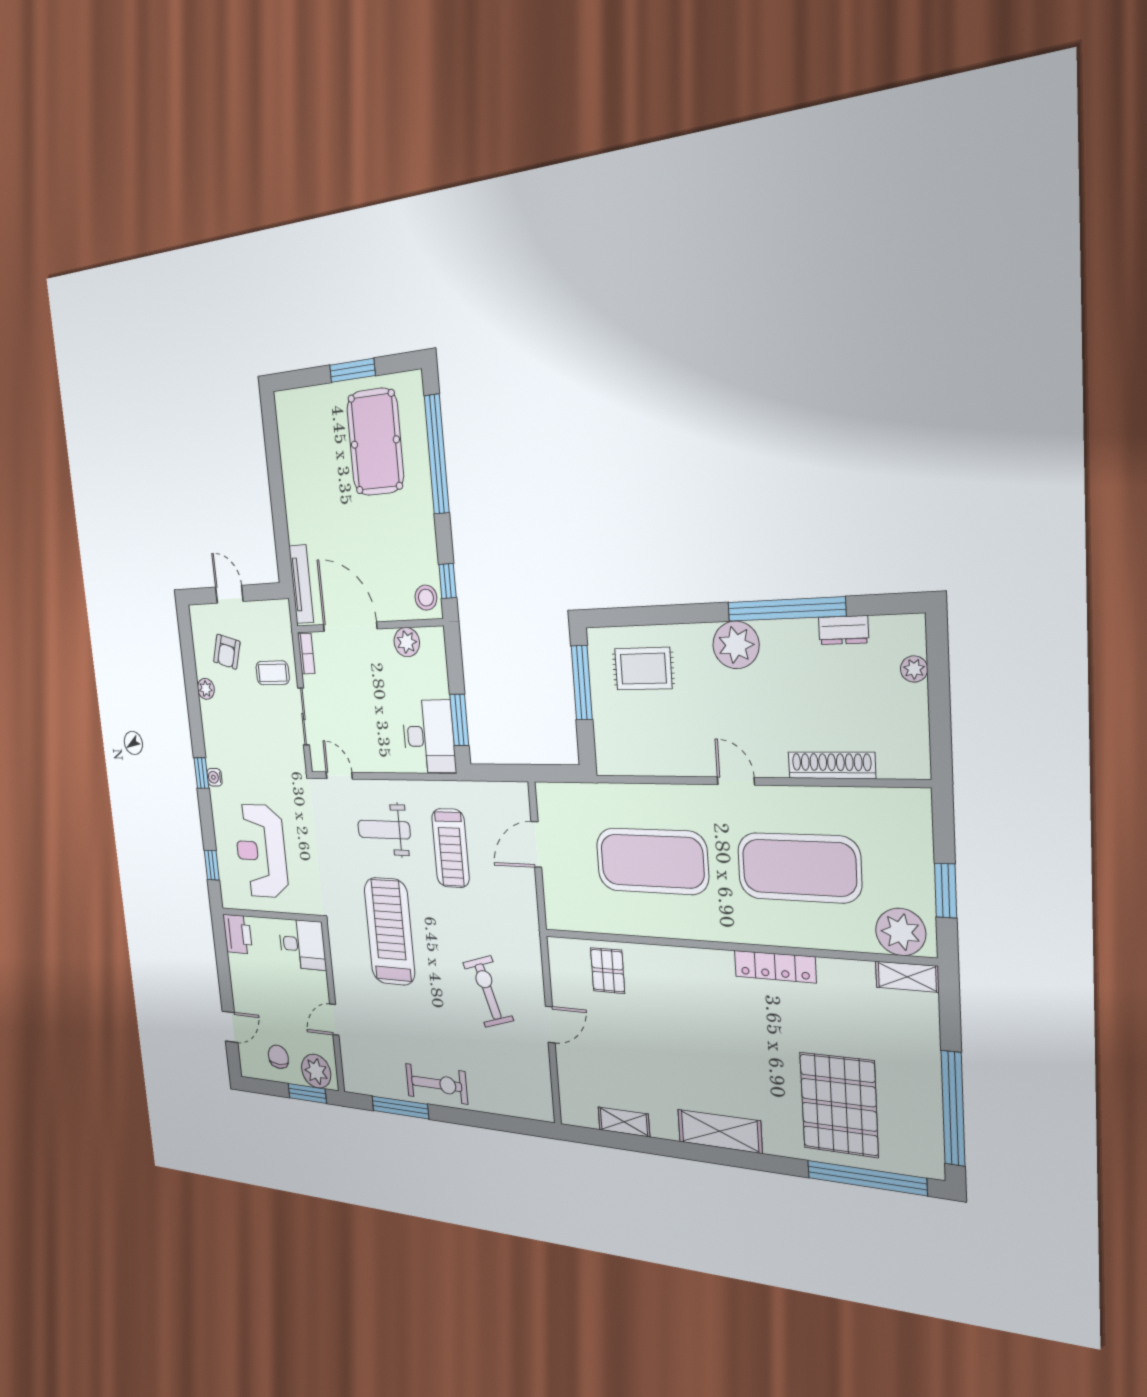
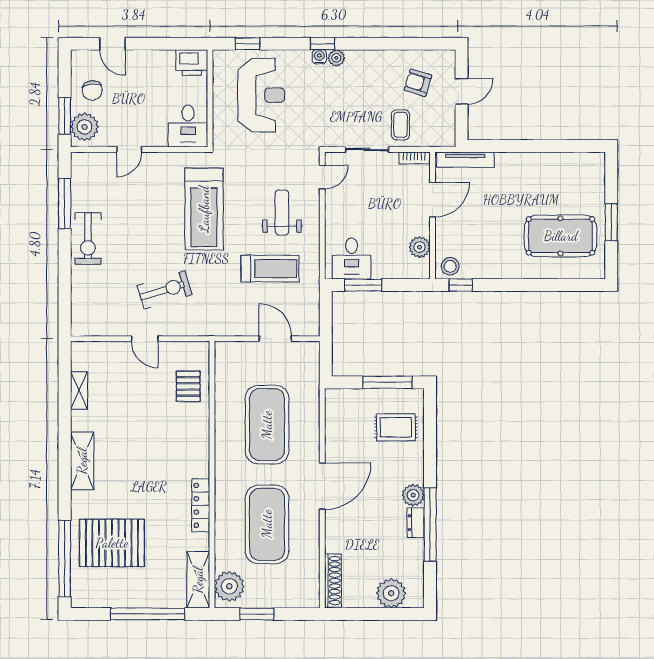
window: (437, 454) -> (547, 285), removed
door: (350, 627) -> (432, 200), width x0.73
dresser: (844, 630) -> (416, 523), moved
plant: (736, 645) -> (413, 495), width x0.73, depth x0.73
rug: (643, 669) -> (396, 427), turned 90
plant: (914, 669) -> (391, 593), width x1.88, depth x1.88
plant: (206, 689) -> (336, 58), moved
desk: (429, 736) -> (352, 259), width x0.73
shoe rack: (832, 765) -> (333, 581), moved
door: (736, 781) -> (322, 486), width x1.87
treadmill: (450, 848) -> (270, 269), turned 180
reception desk: (261, 851) -> (261, 95), turned 90
treadmill: (390, 931) -> (204, 209), turned 90
pallet: (608, 971) -> (188, 386), turned 90
shelving: (907, 977) -> (198, 580), width x1.50, depth x1.33
door: (334, 1020) -> (129, 150), swing flipped
chair: (278, 1057) -> (92, 90), turned 84
window: (953, 1108) -> (147, 614), moved

